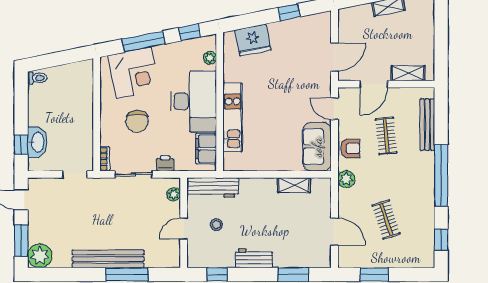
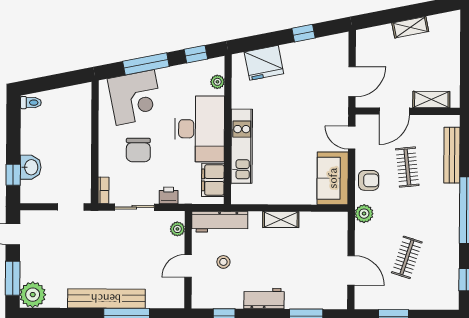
washbasin: (37, 142) -> (31, 167), width x0.72
shelving: (294, 185) -> (281, 220), moved
clothes rail: (386, 219) -> (407, 257), turned 36

